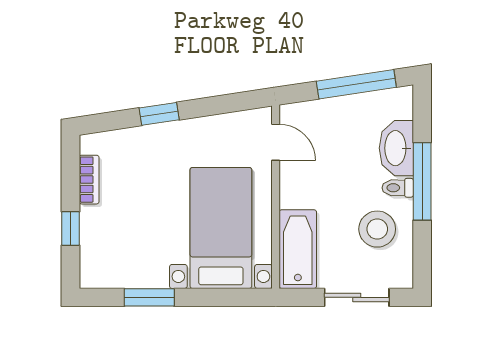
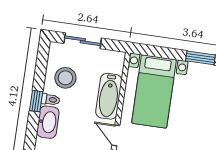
window: (422, 181) -> (36, 101), width x0.46
bathtub: (298, 249) -> (109, 96), moved

